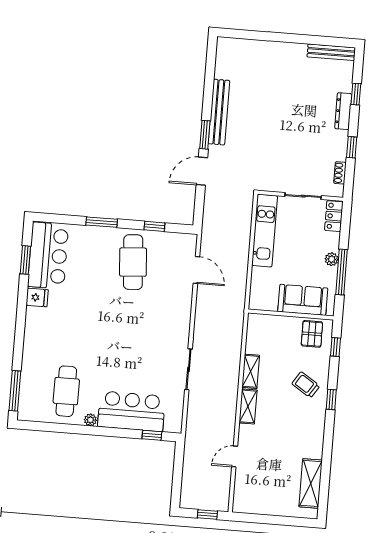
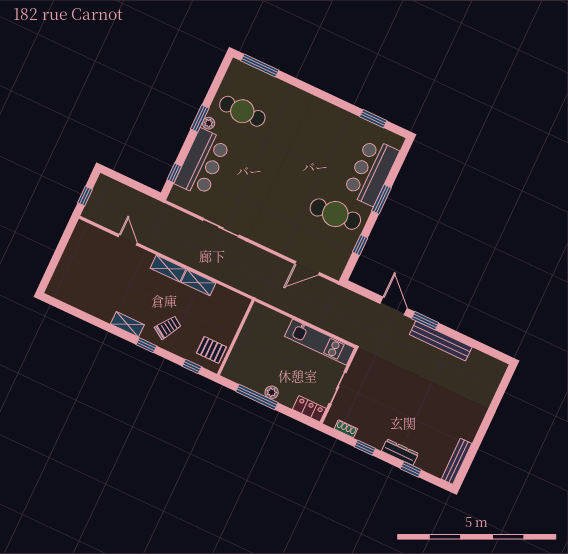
bar counter: (48, 256) -> (371, 172), moved, turned 90
fridge: (37, 297) -> (336, 116), removed
sofa: (303, 300) -> (245, 353), removed
window: (89, 430) -> (200, 119), added
shelving: (311, 483) -> (127, 324), moved, width x0.67, depth x0.75

